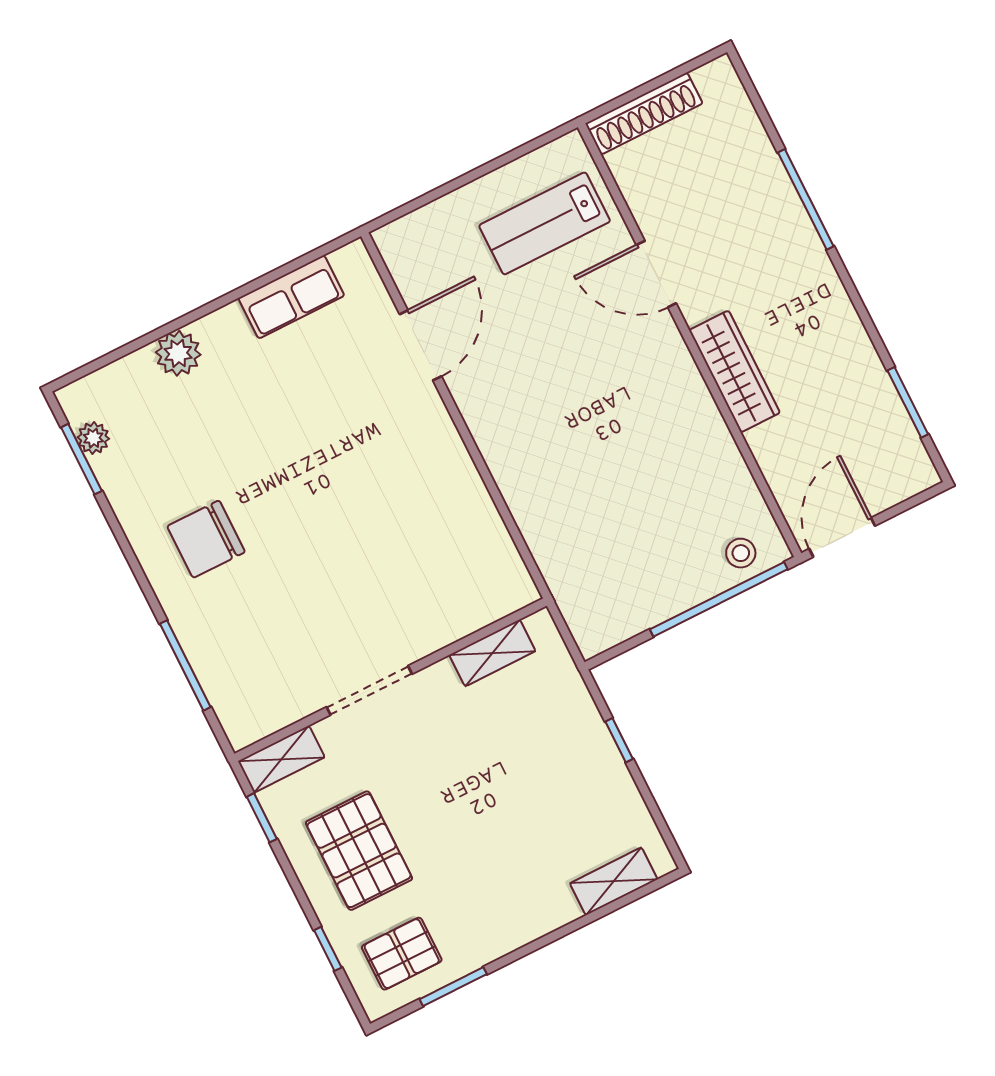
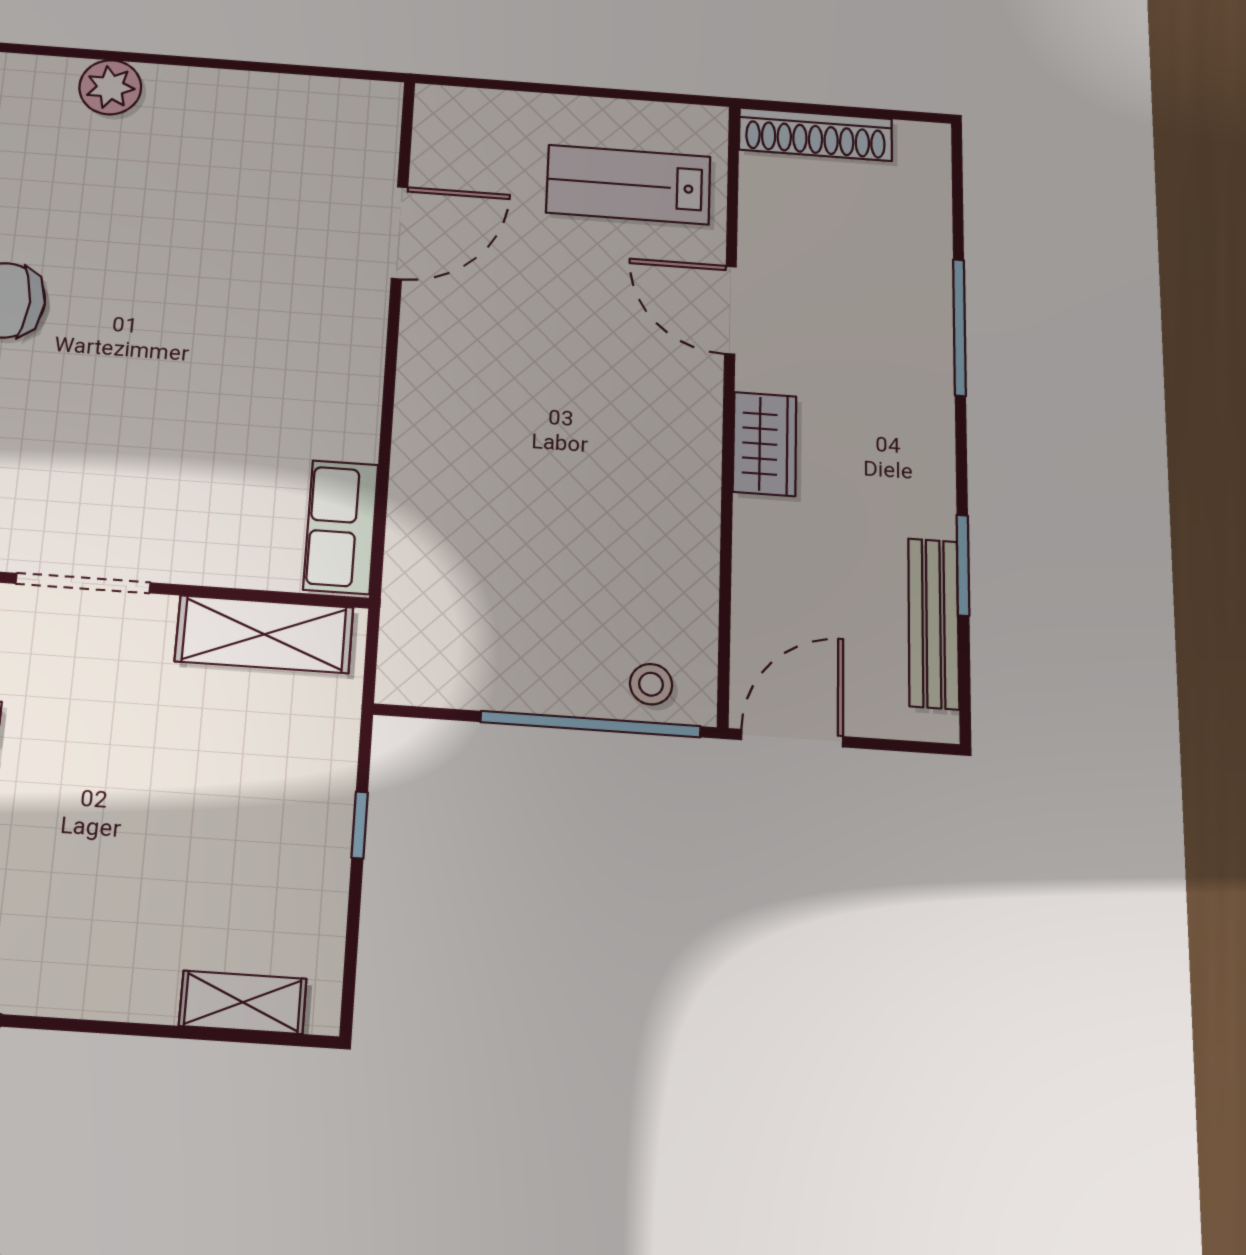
row of seats: (291, 297) -> (341, 527), moved, turned 90
wardrobe: (735, 371) -> (765, 444), width x0.67
window: (908, 402) -> (963, 565), moved
bench: (889, 413) -> (934, 623), added
shelving: (492, 653) -> (264, 634), width x1.50, depth x1.33

